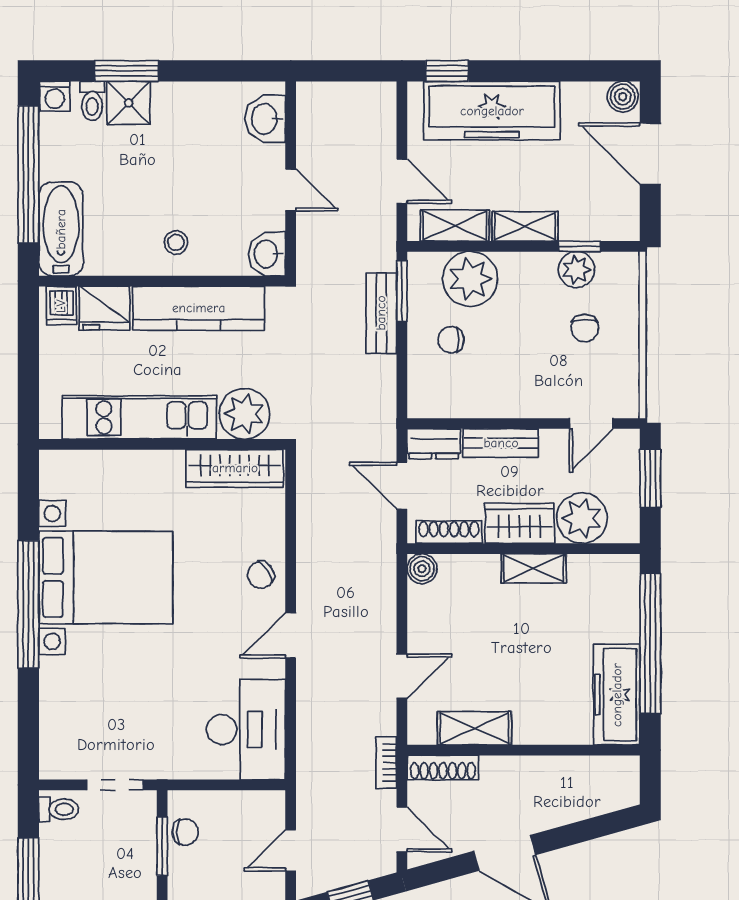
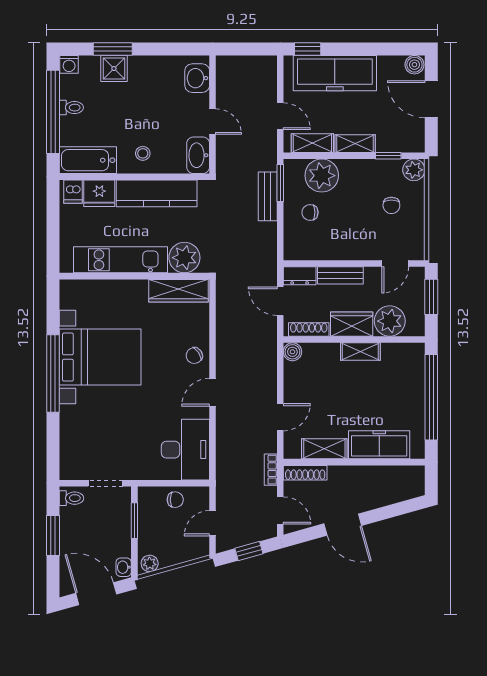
toilet: (92, 101) -> (71, 108), moved, turned -90
bathtub: (61, 229) -> (88, 160), moved, turned -90
washbasin: (267, 254) -> (198, 155), width x1.38
plant: (577, 270) -> (414, 170), moved
freezer: (617, 695) -> (379, 445), moved, turned 90
chair: (185, 832) -> (175, 500), moved

